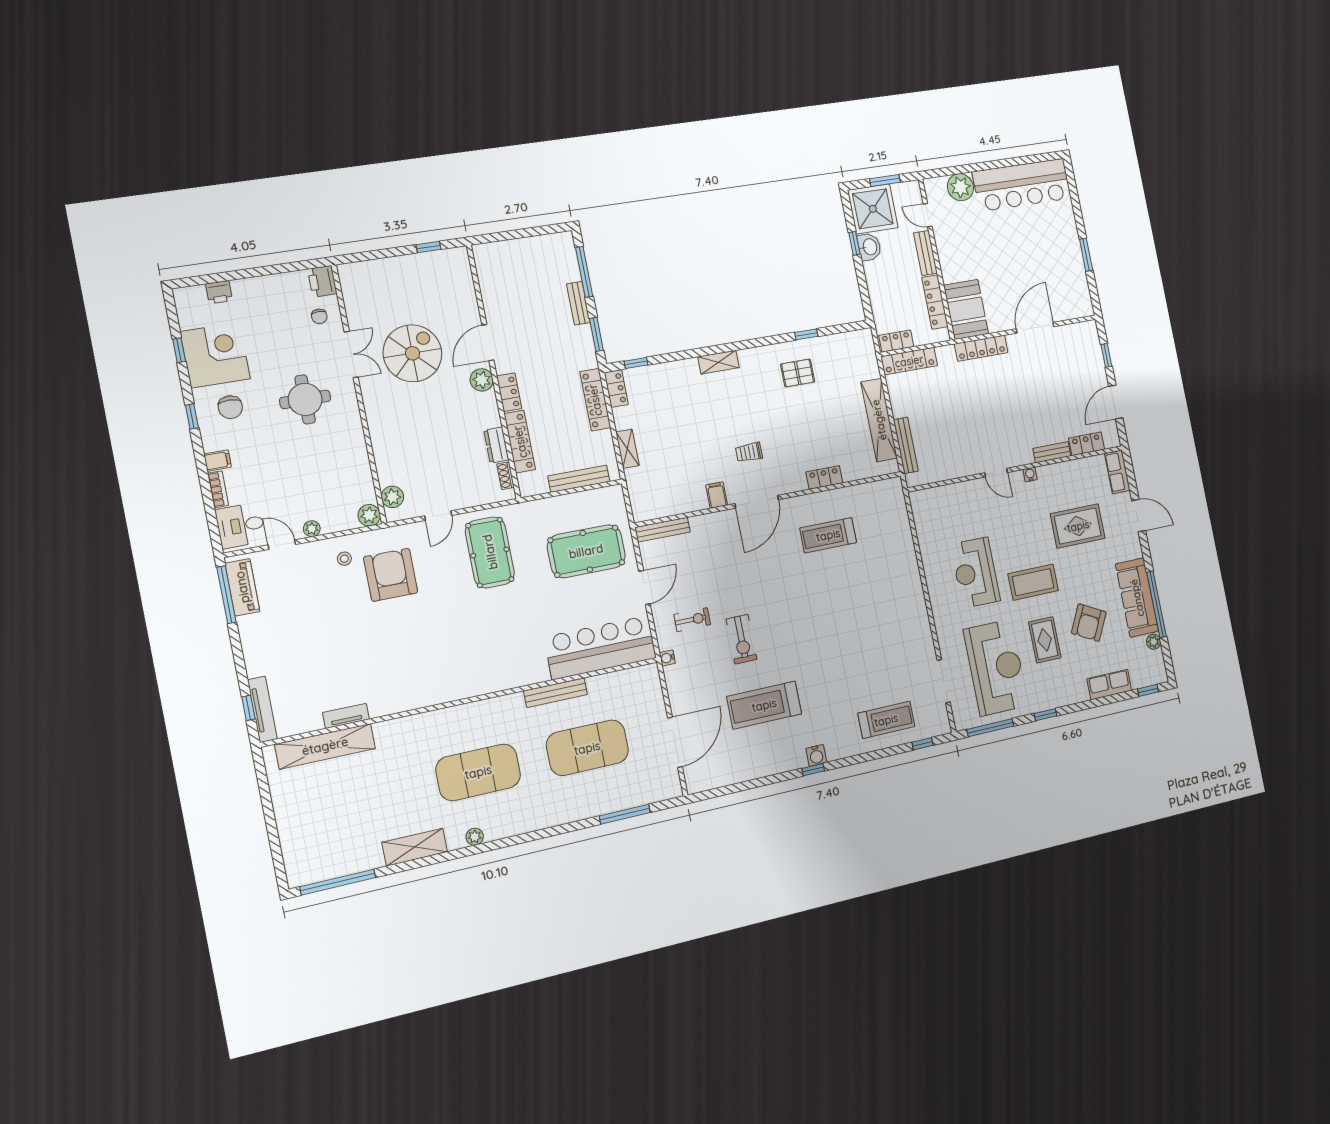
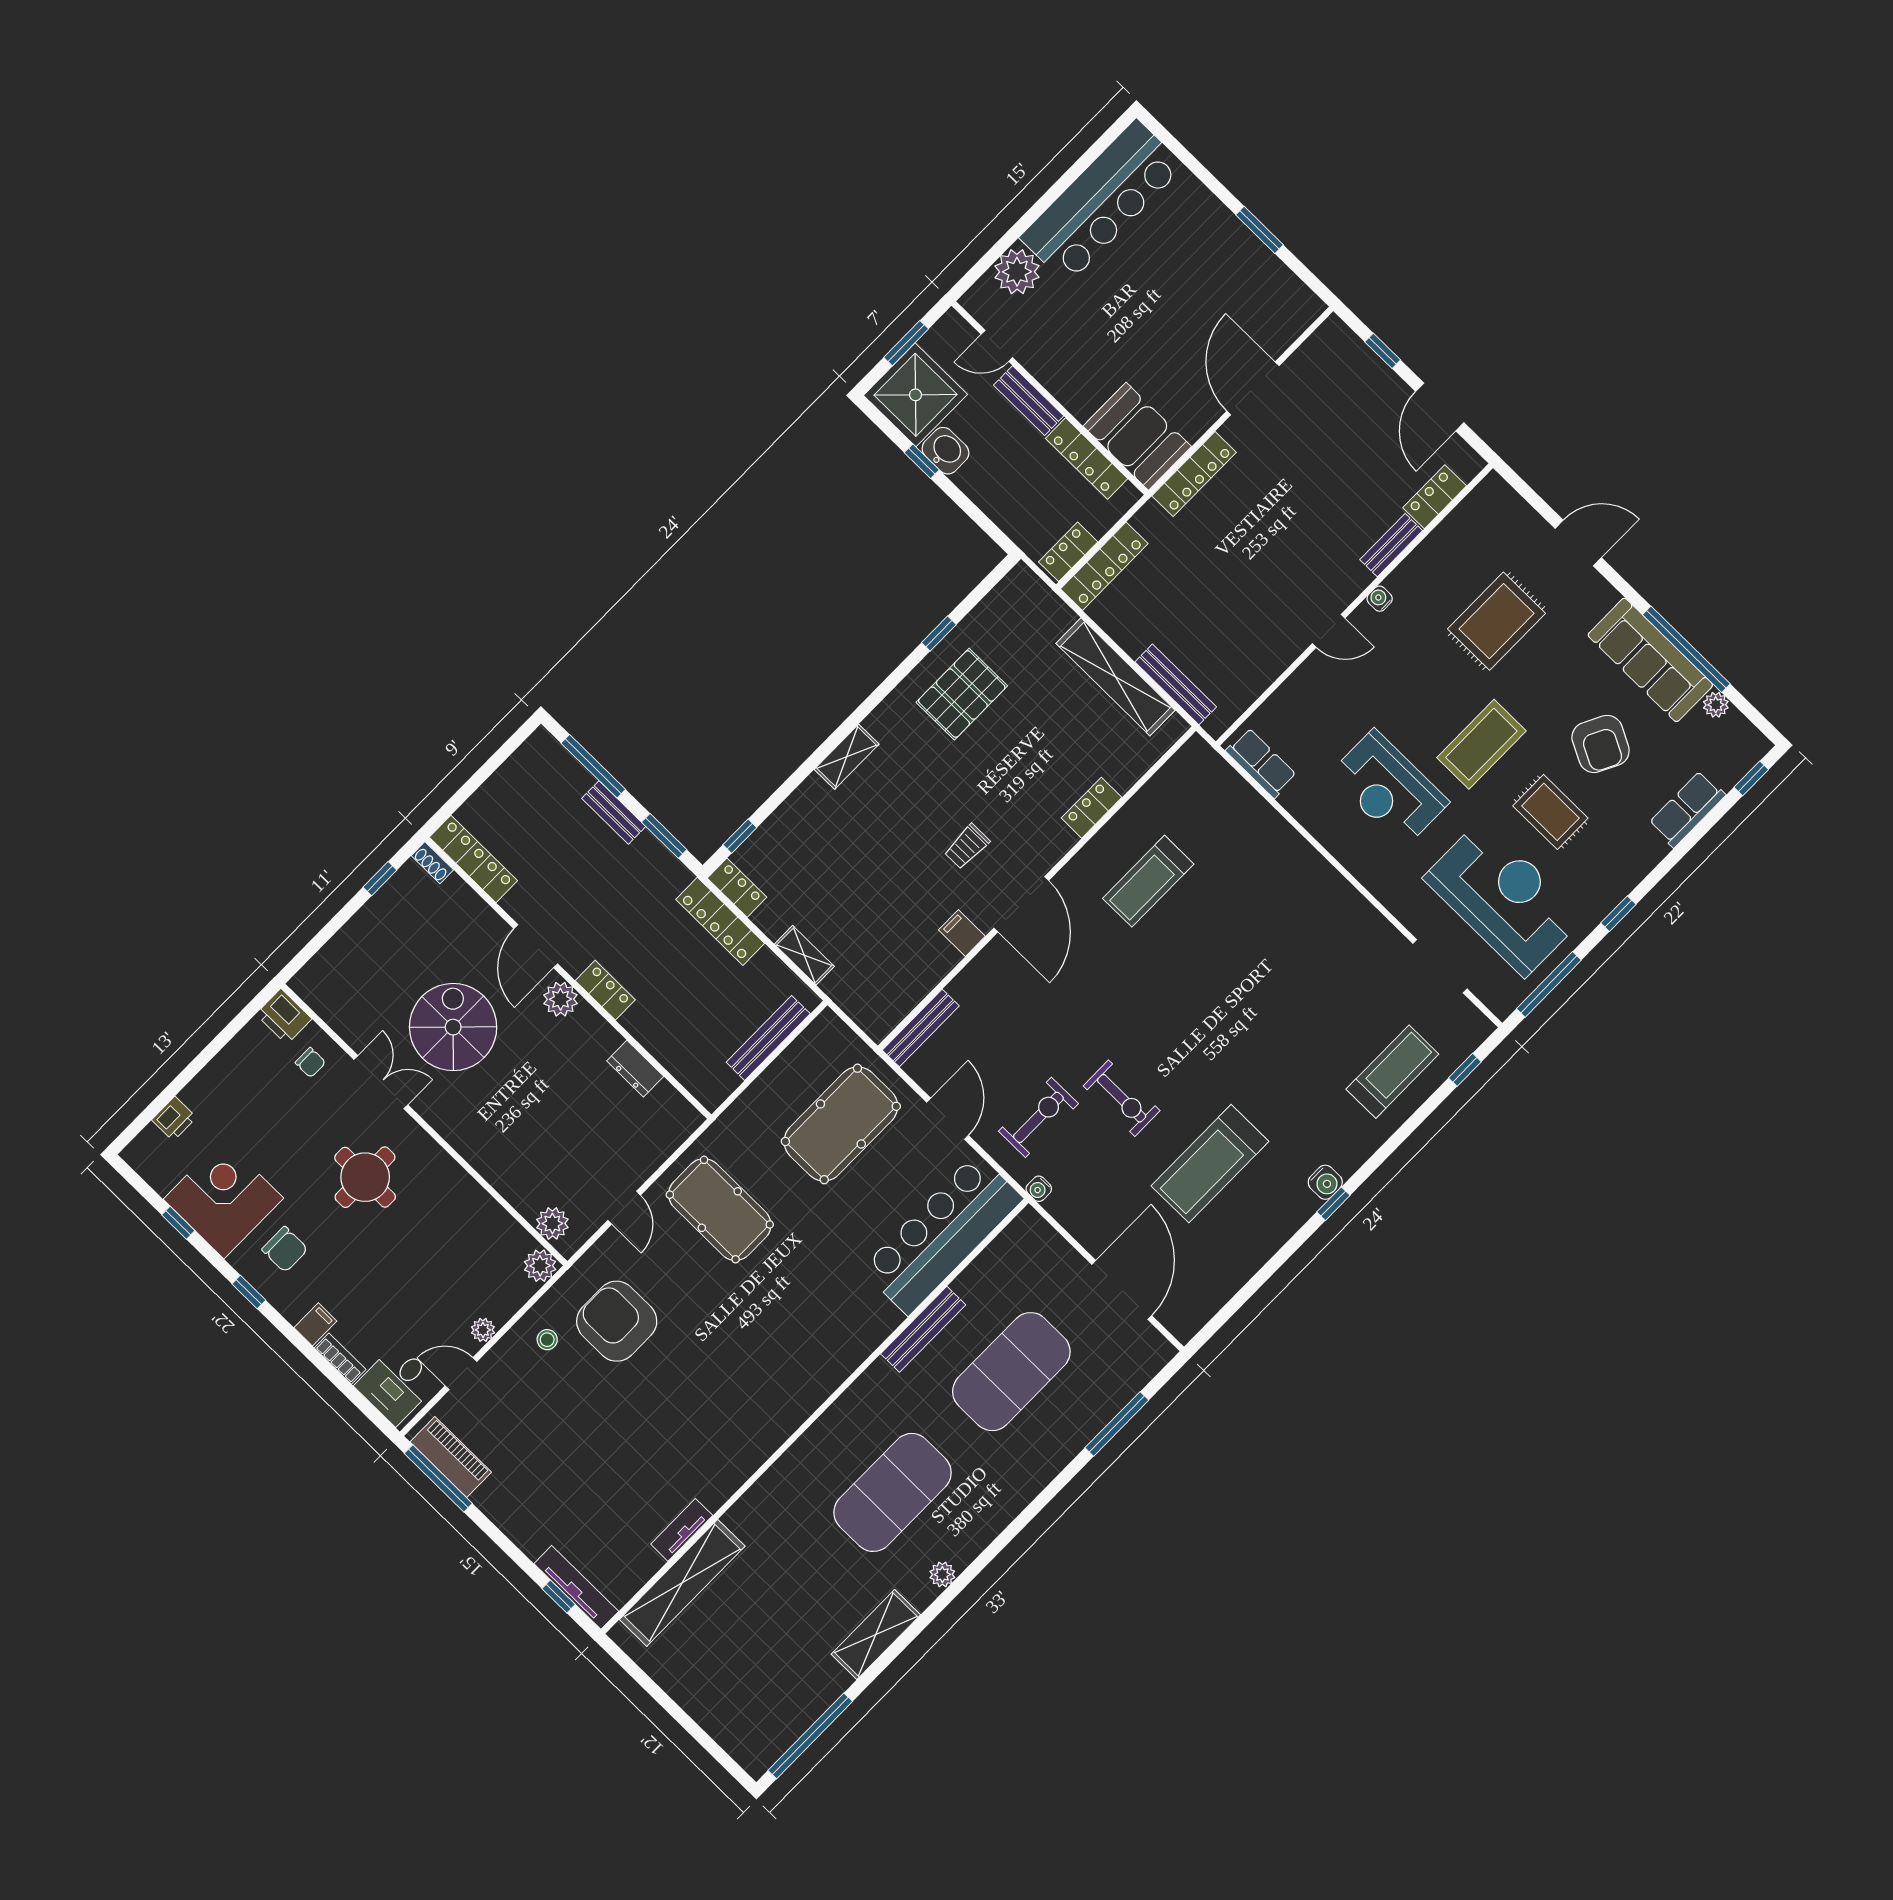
pallet: (798, 373) -> (962, 694), width x1.50, depth x1.42
locker: (520, 442) -> (473, 859), moved
row of seats: (1117, 472) -> (1261, 763), moved, turned 180
shoe rack: (506, 476) -> (432, 863), moved
exercise bike: (692, 620) -> (1038, 1117), width x1.38, depth x1.39

